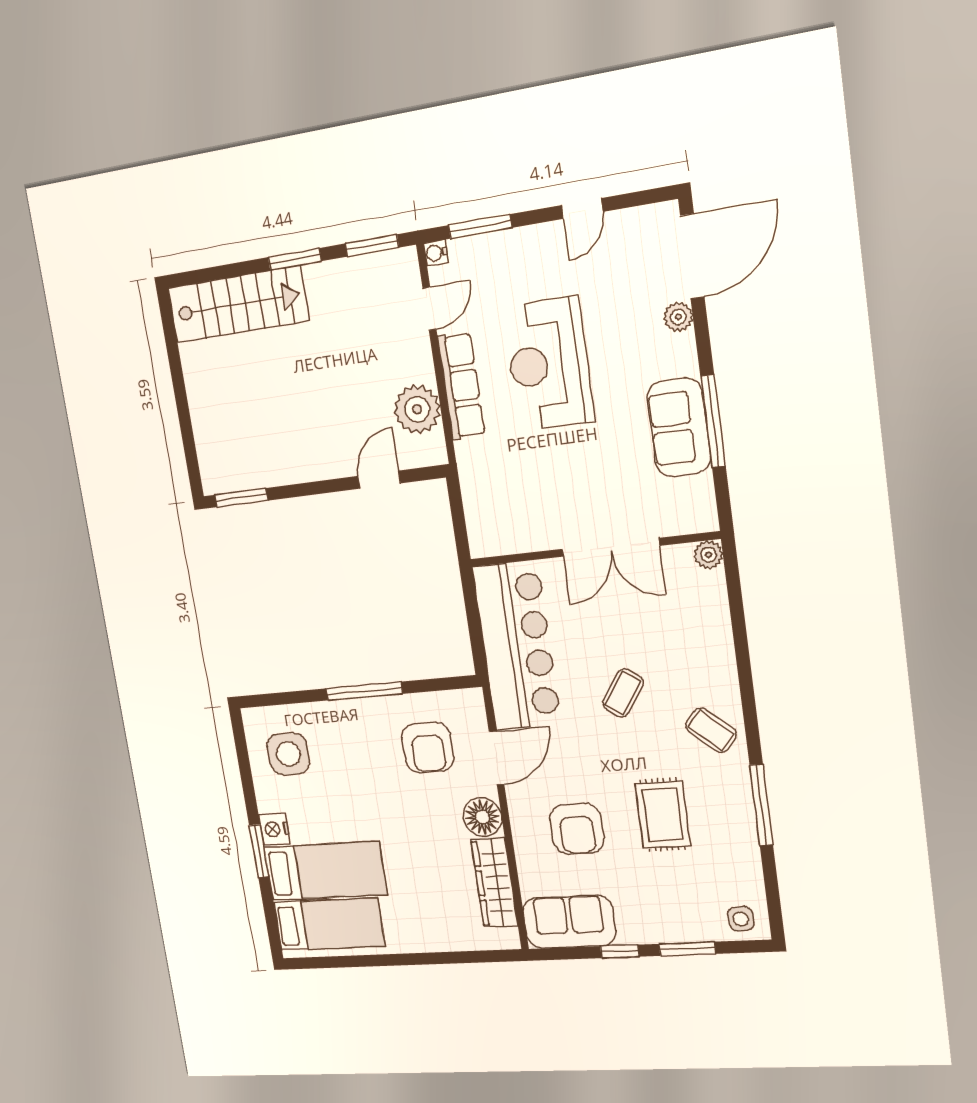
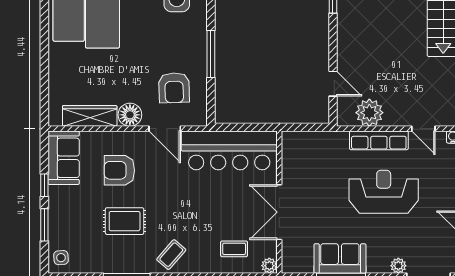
coffee table: (623, 693) -> (234, 249), moved, turned -35
armchair: (428, 747) -> (174, 88), turned -92

